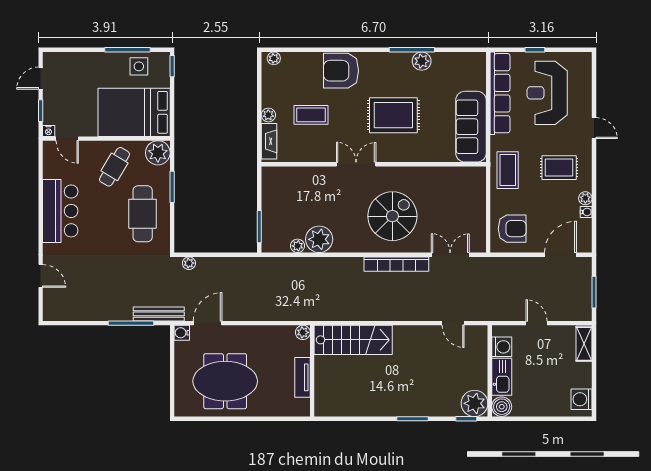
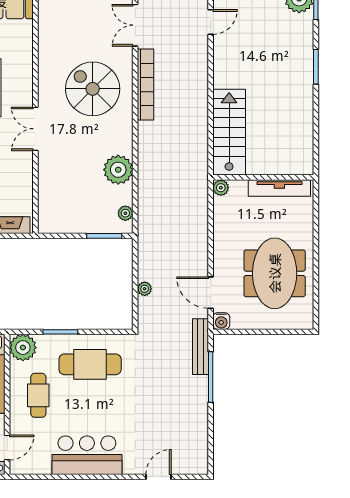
cafe table: (114, 167) -> (38, 395), turned 59
plant: (297, 246) -> (125, 213), moved
plant: (189, 263) -> (145, 289), moved
tv unit: (302, 377) -> (279, 188), width x1.41

